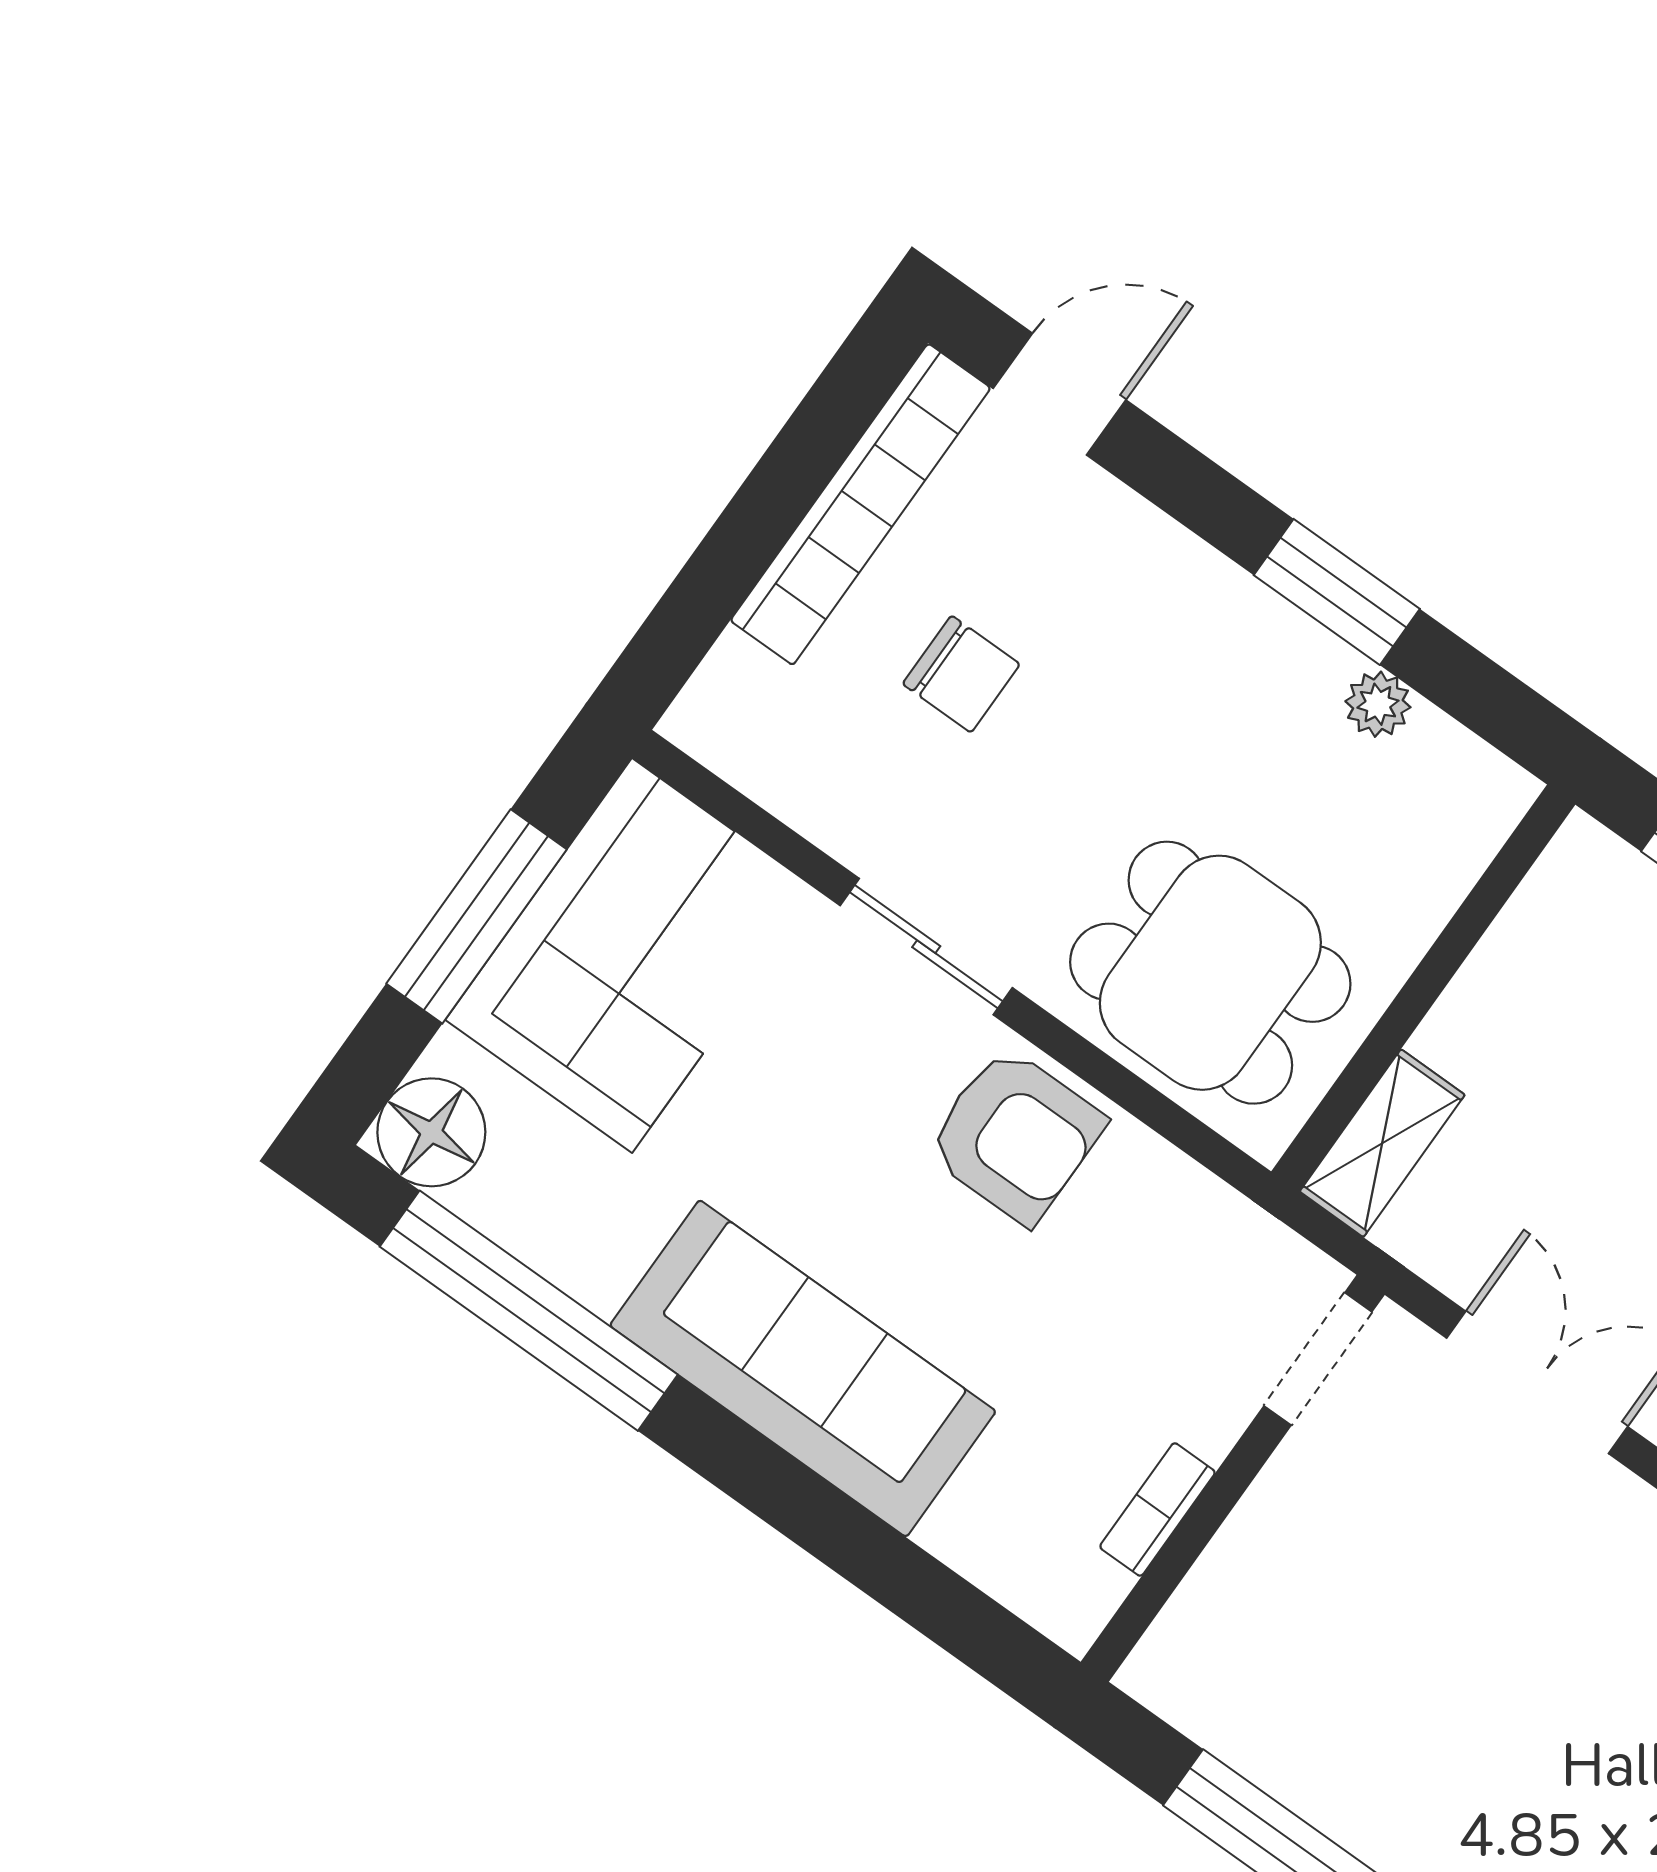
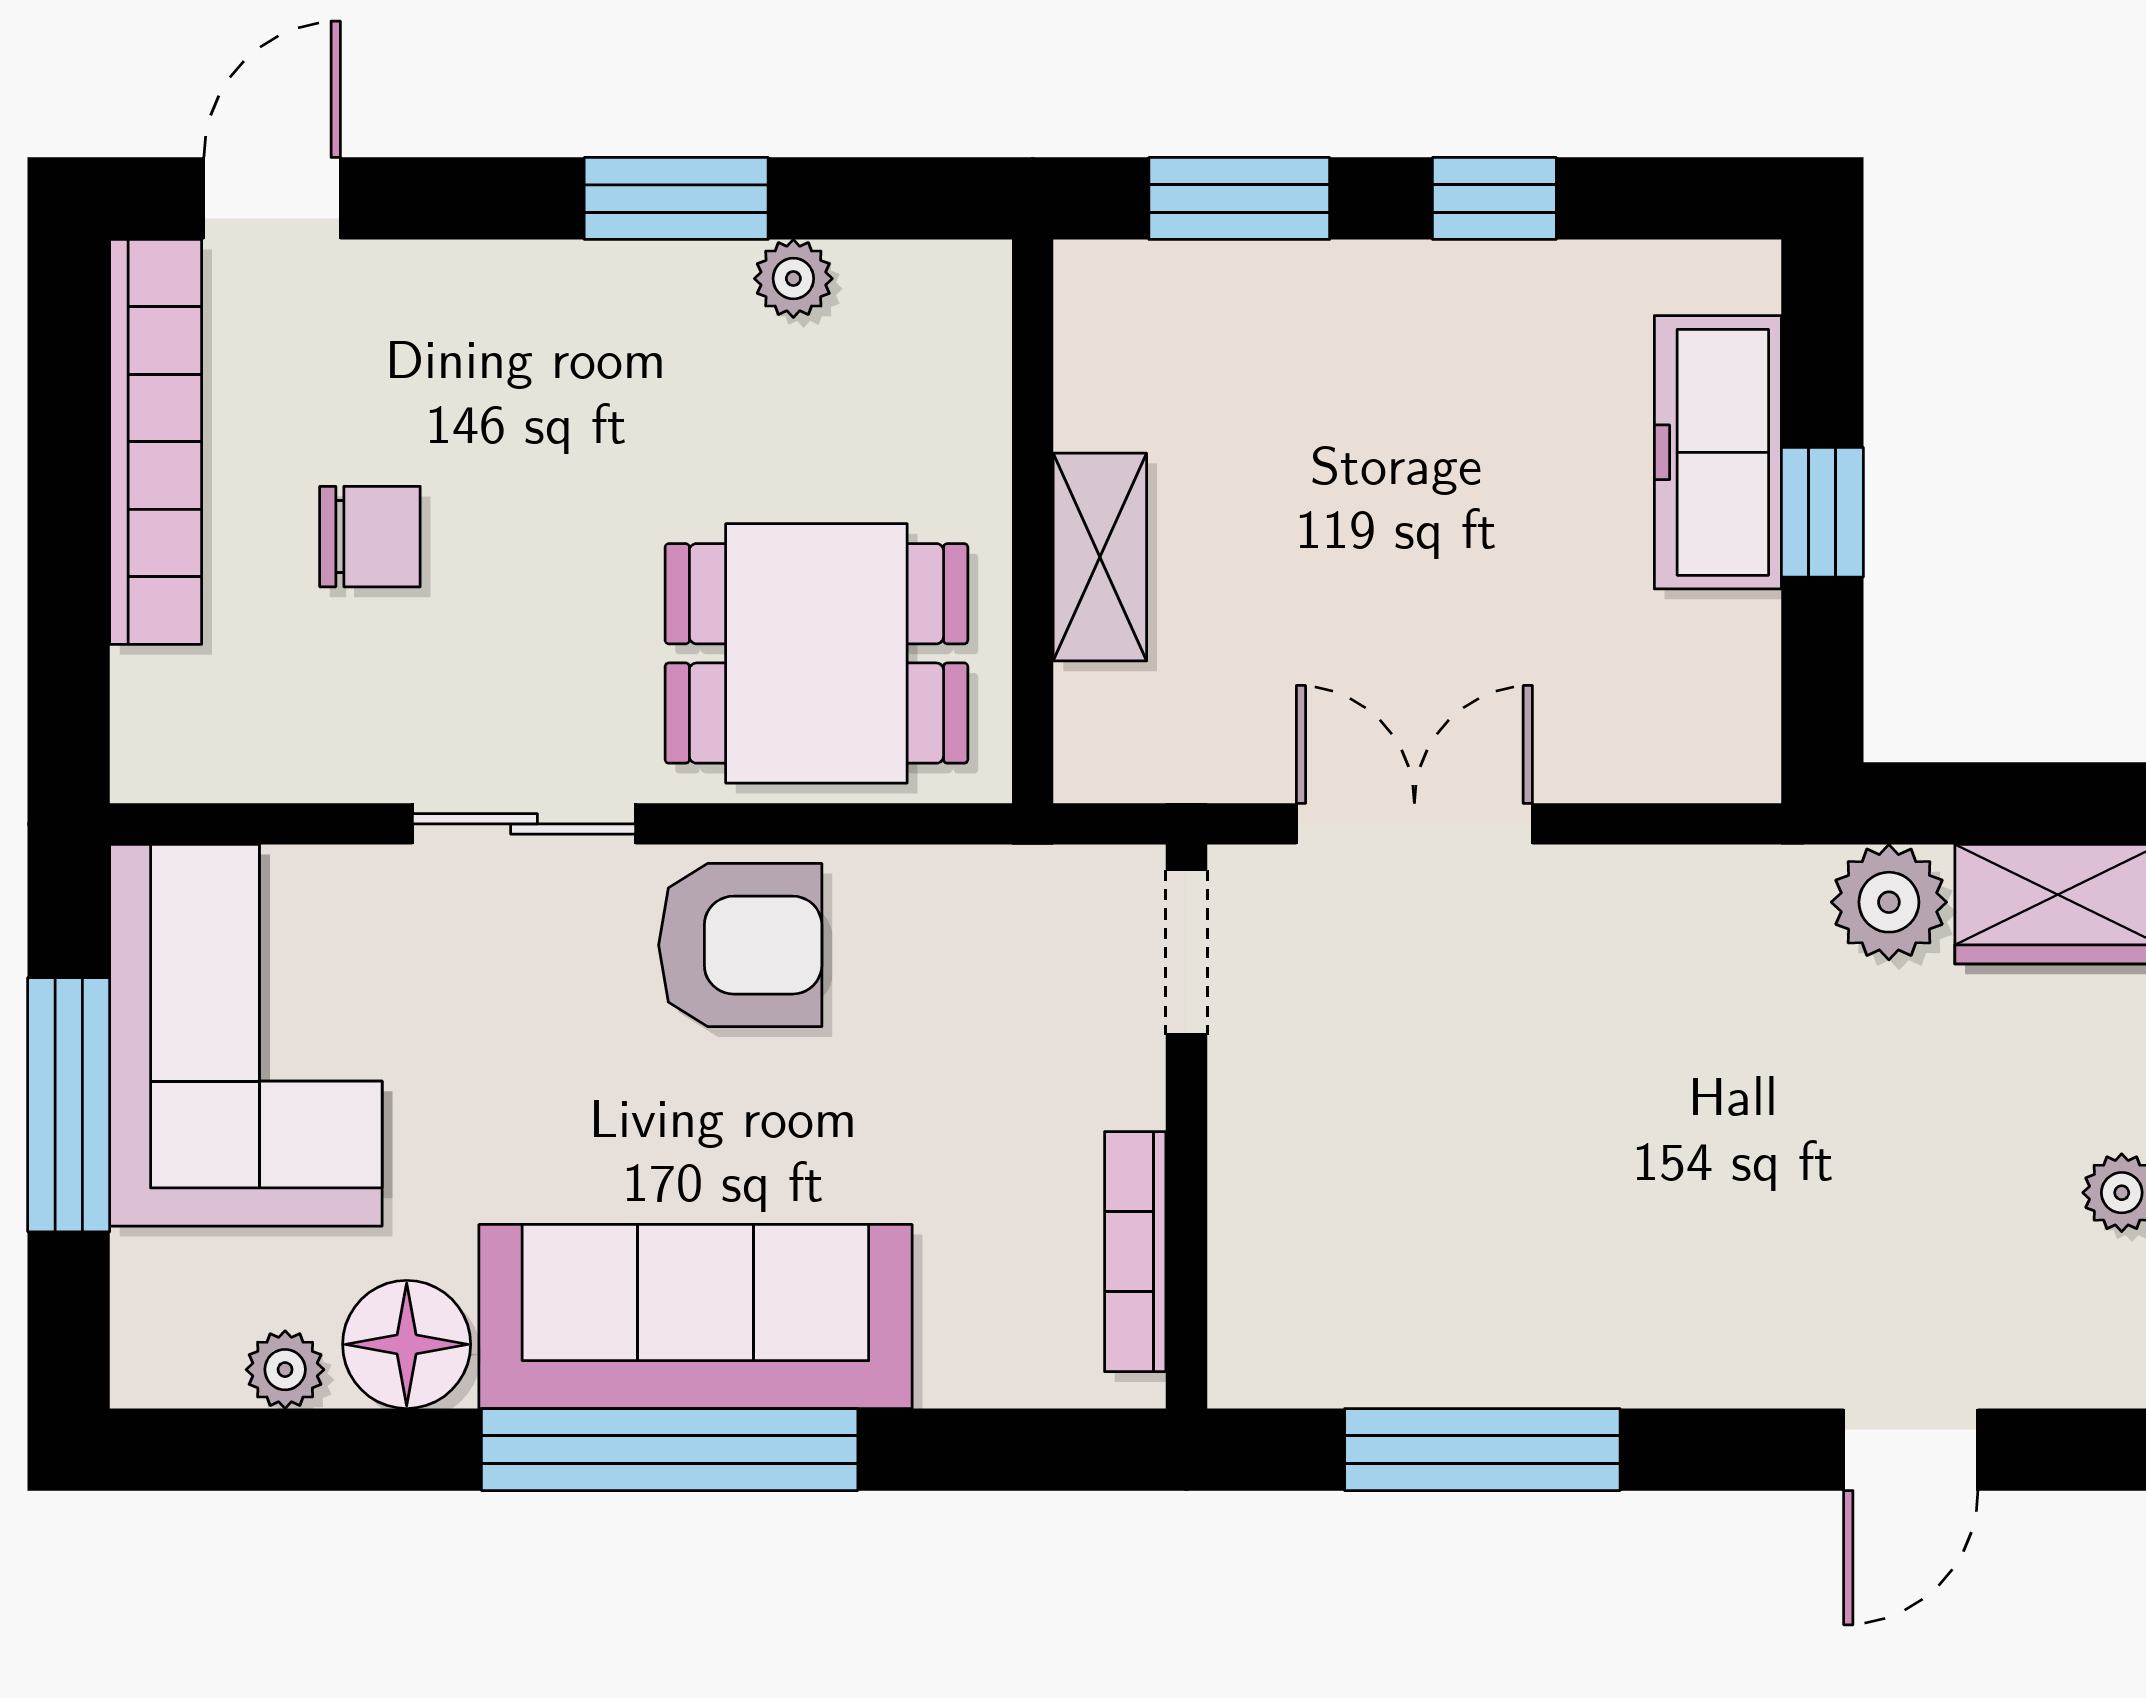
floor lamp: (431, 1132) -> (407, 1344), moved
shelving: (1382, 1143) -> (1100, 557), moved
plant: (495, 1204) -> (285, 1370), added
window: (529, 1311) -> (670, 1450), moved
bookcase: (1157, 1509) -> (1135, 1252), width x1.56

